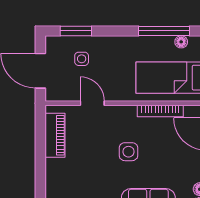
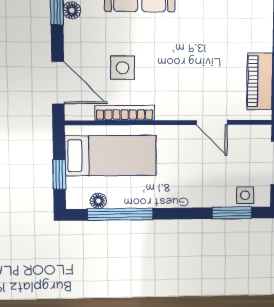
side table: (82, 59) -> (245, 195), moved
side table: (128, 152) -> (122, 68), moved

